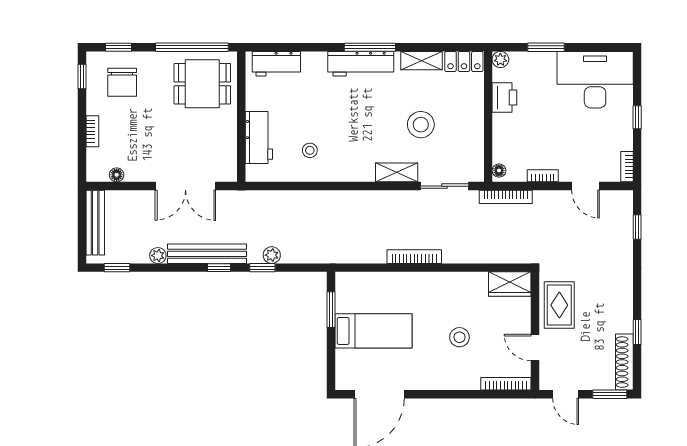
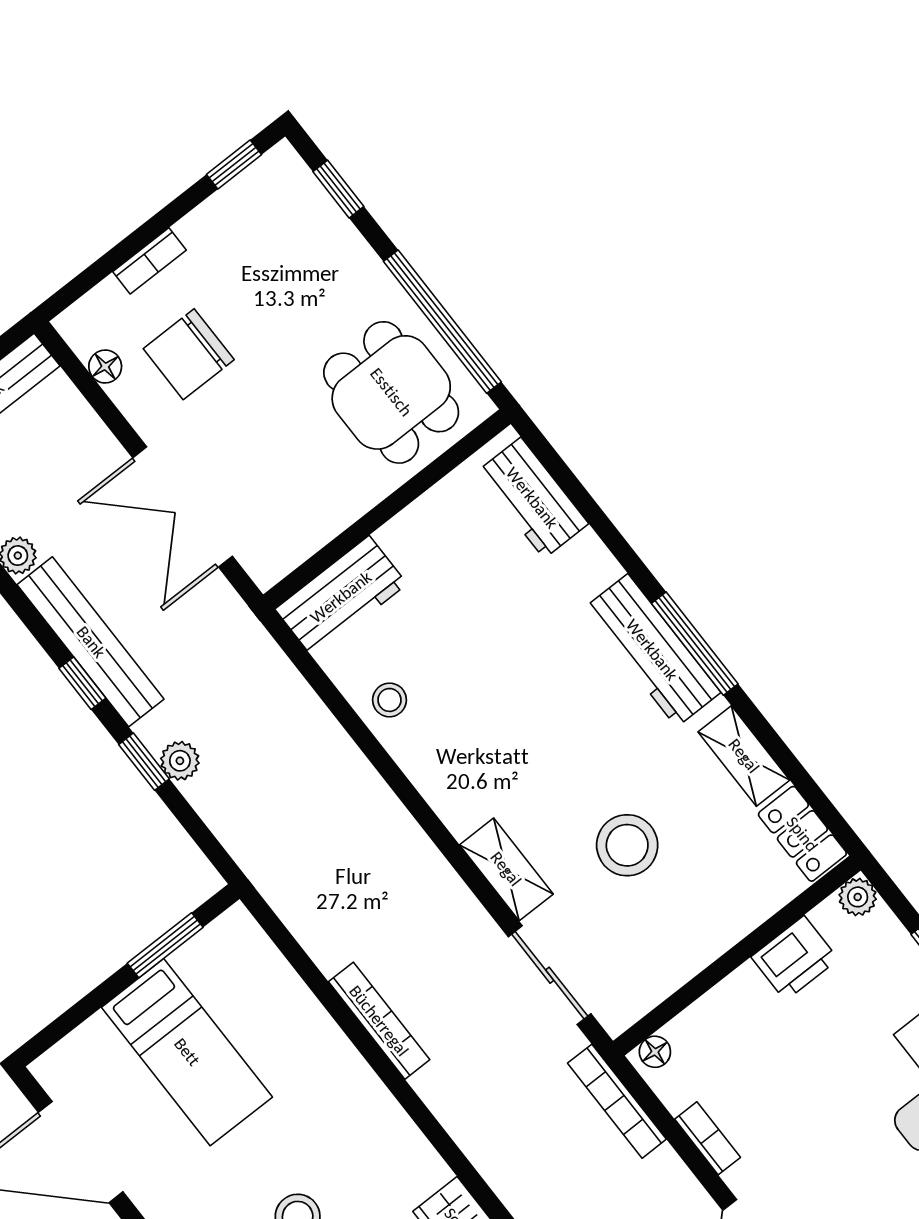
chair: (122, 82) -> (189, 354), moved
workbench: (259, 137) -> (341, 597), moved
stool: (310, 150) -> (389, 700), moved

